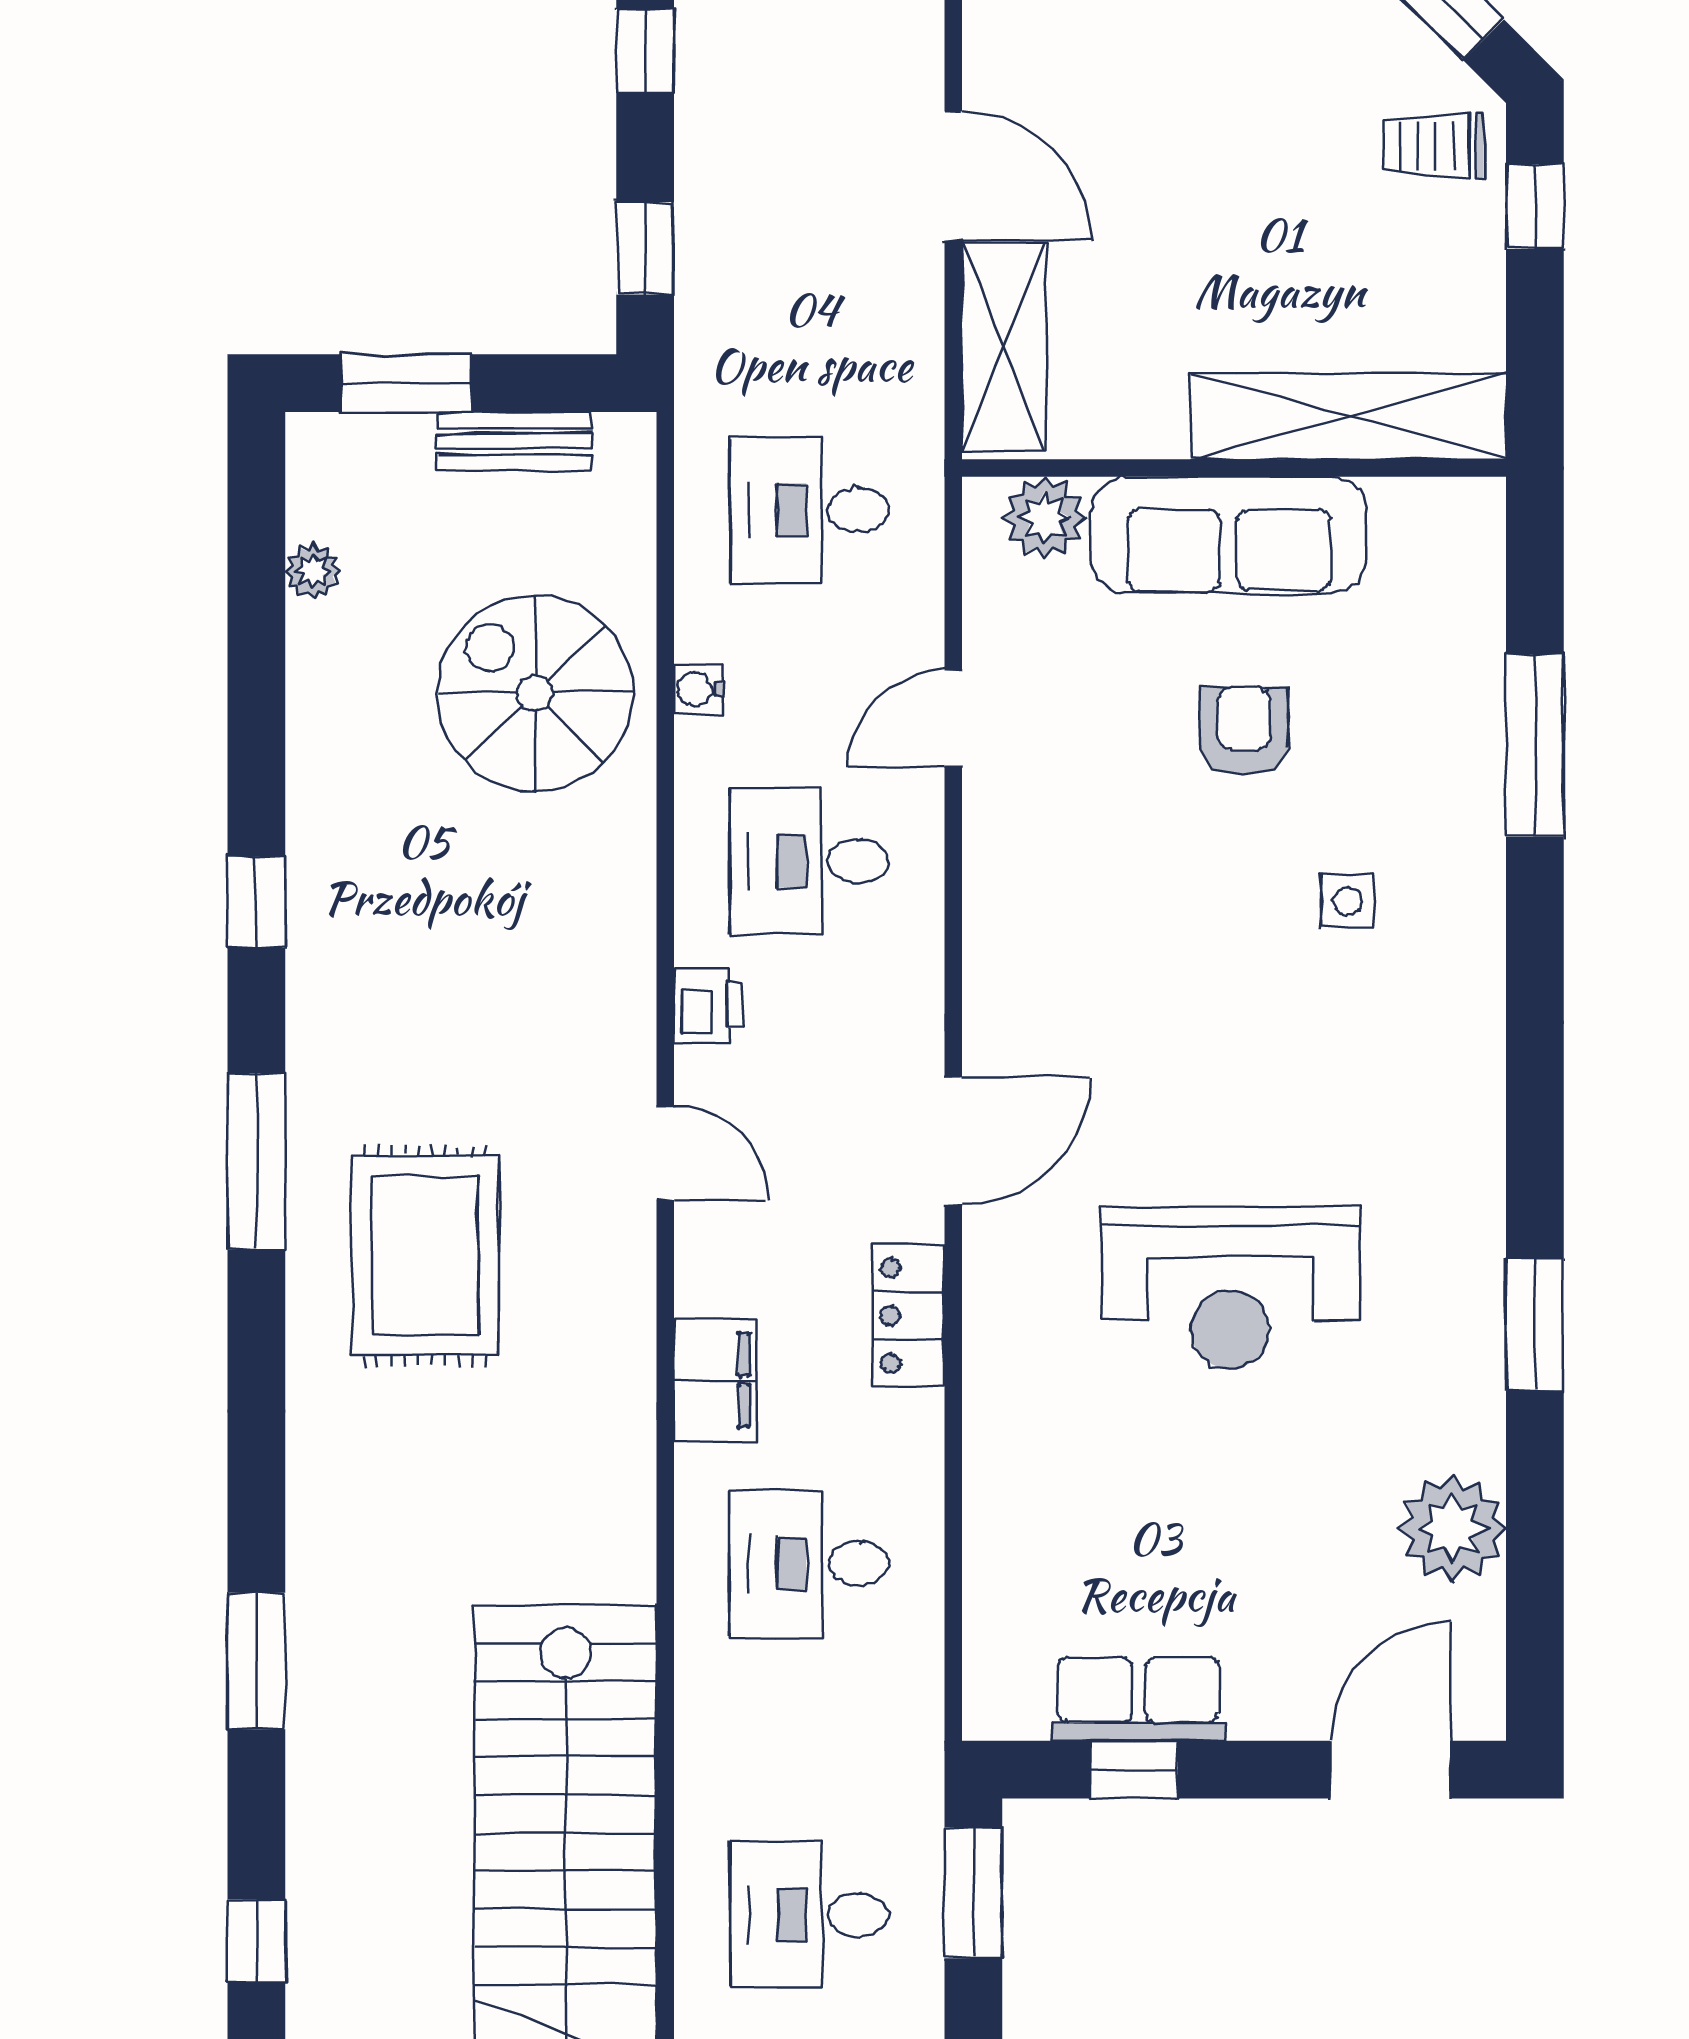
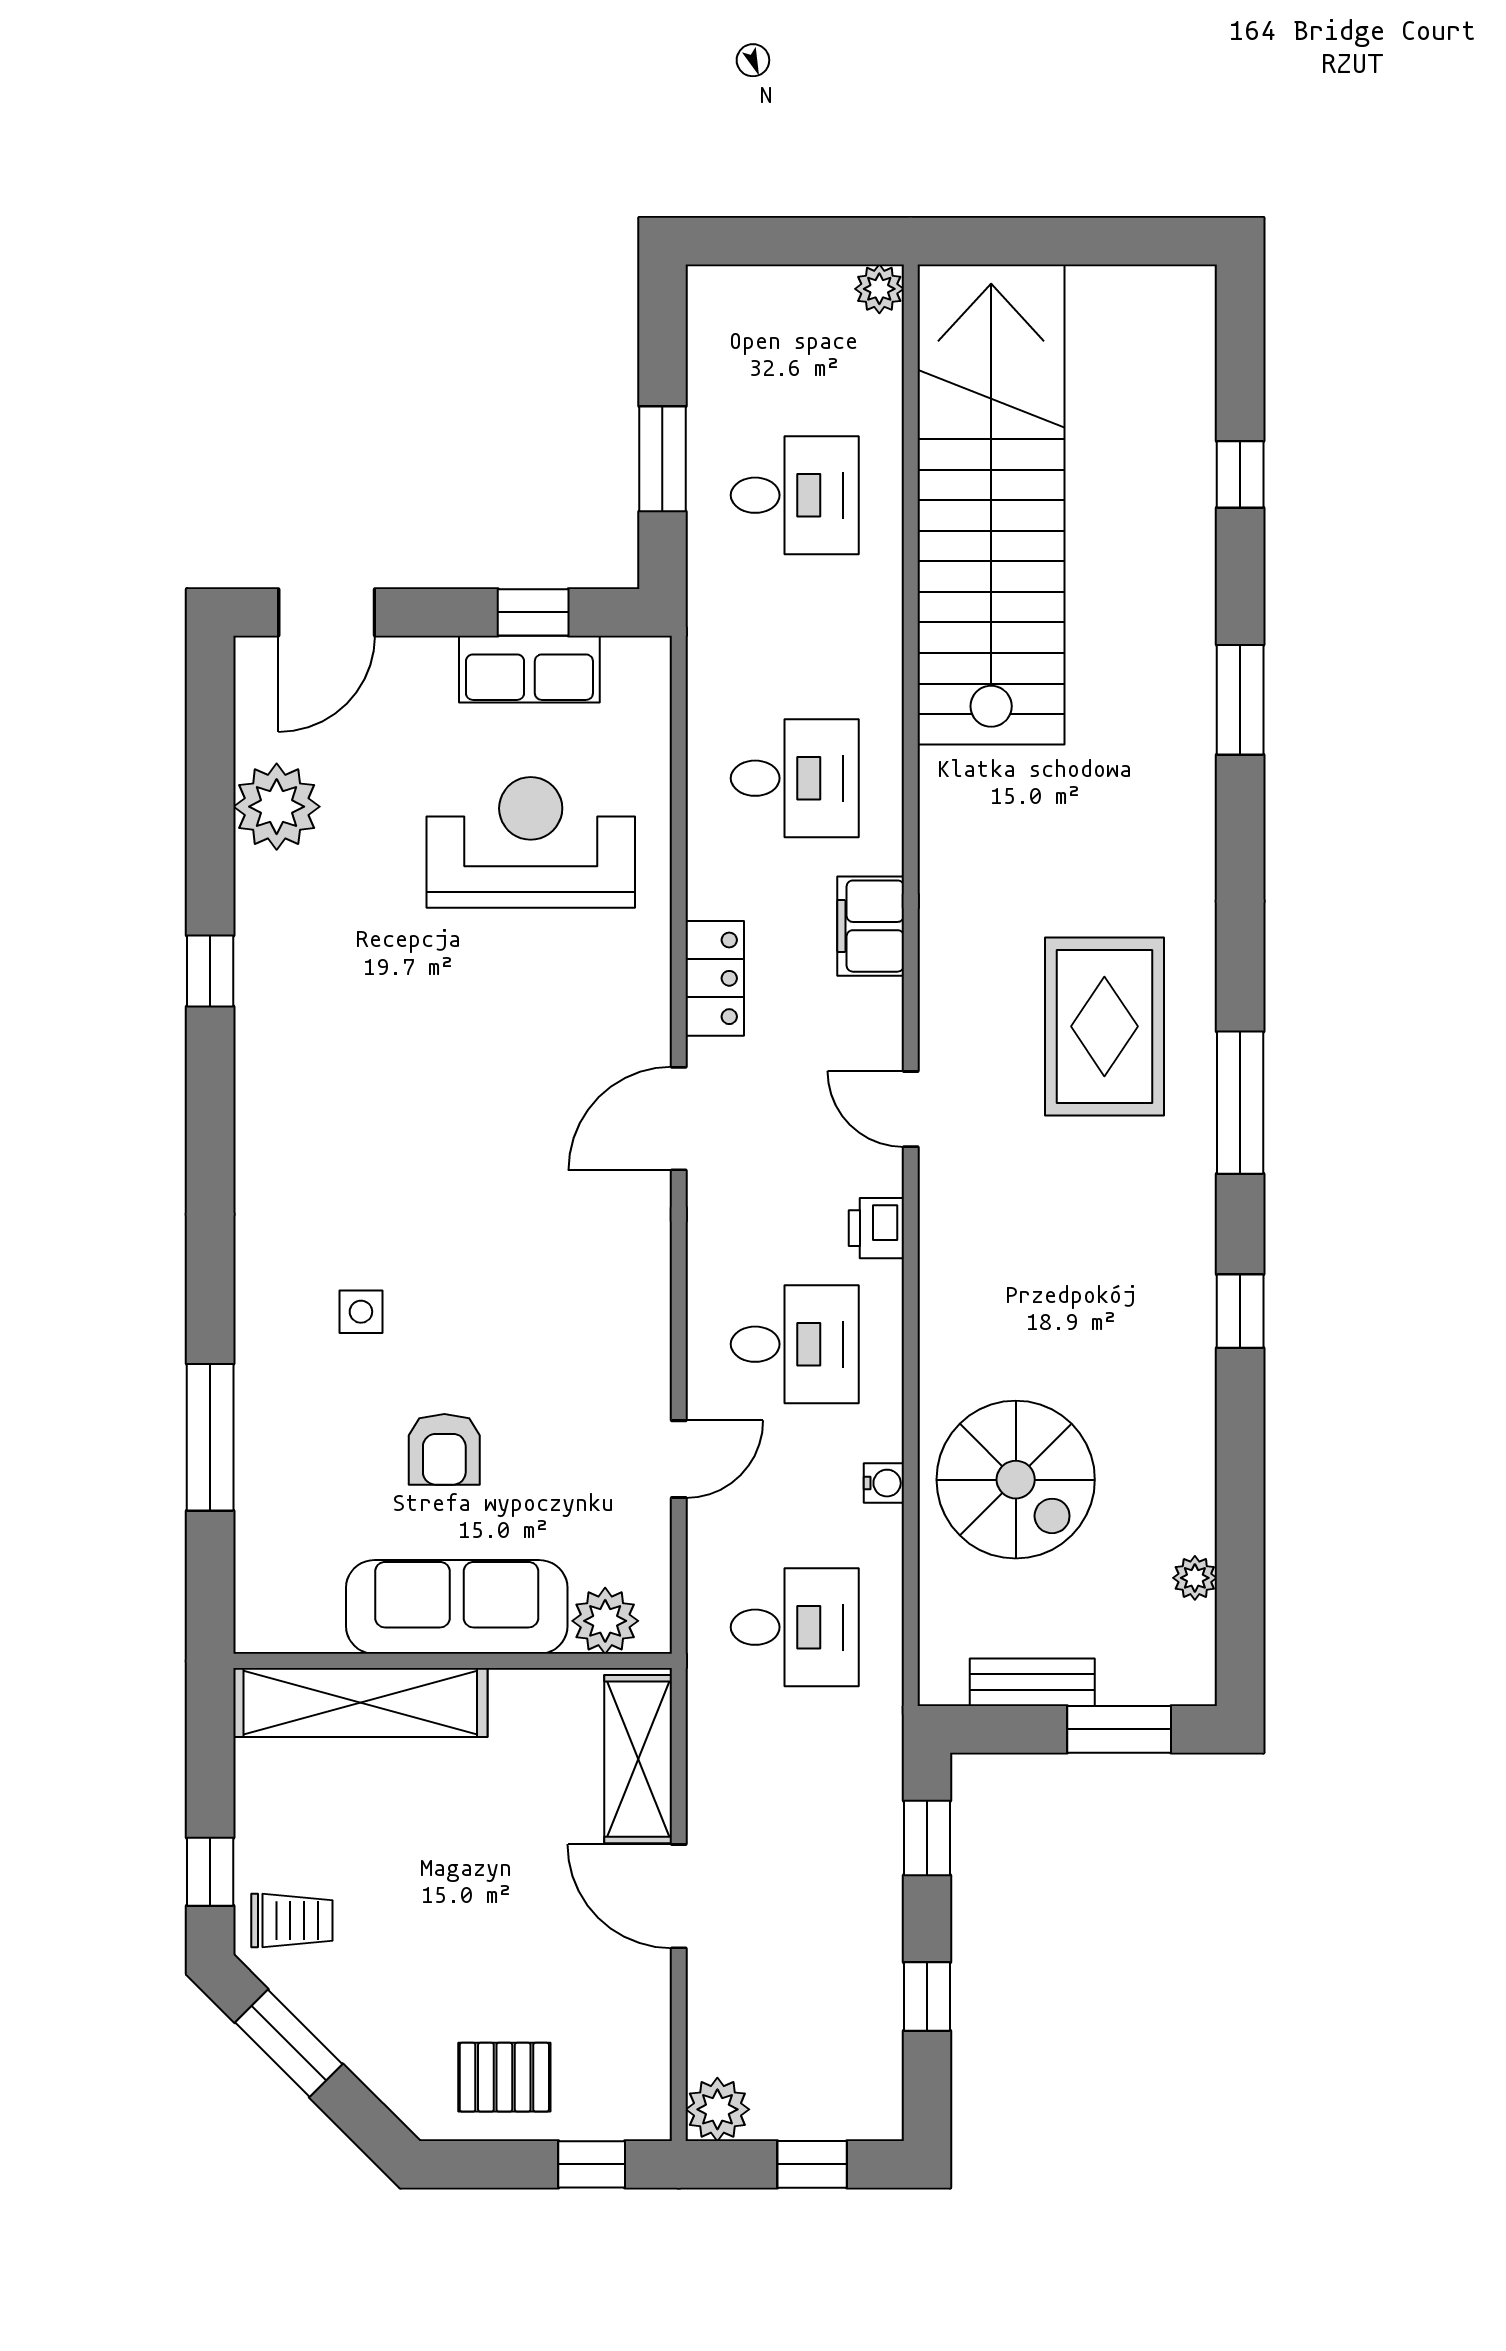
reception desk: (1230, 1287) -> (531, 842), moved
window: (1535, 1324) -> (210, 971), width x0.67
window: (973, 1893) -> (662, 459), moved

